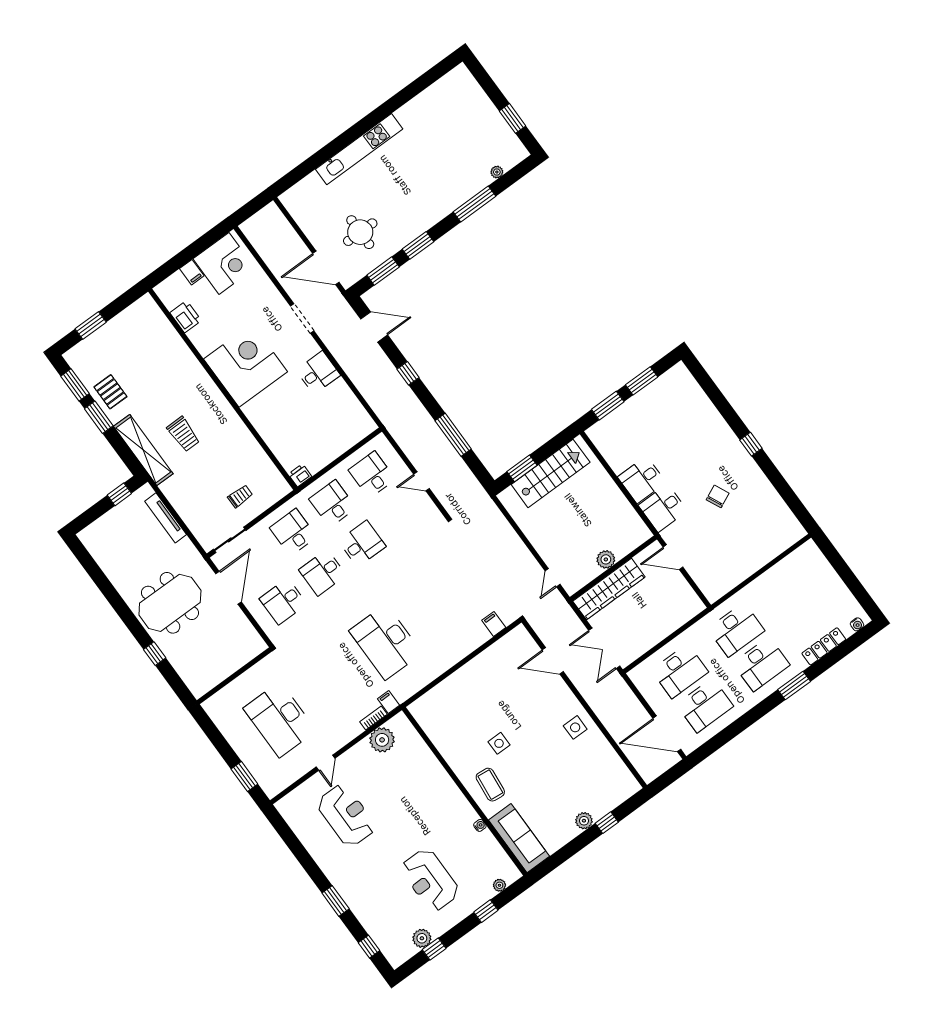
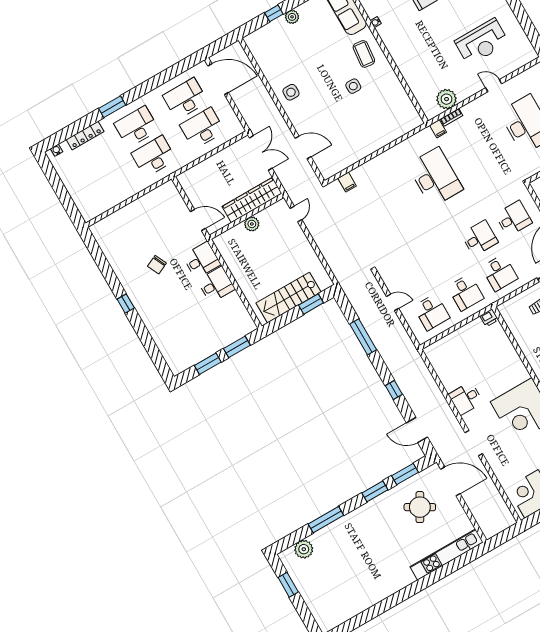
kitchen unit: (359, 149) -> (447, 555), moved
plant: (497, 172) -> (304, 549), width x1.87, depth x1.87
round table: (360, 232) -> (420, 507), turned 30
desk: (362, 544) -> (446, 258), removed
door: (326, 763) -> (494, 86), hinge flipped
reception desk: (346, 815) -> (482, 42), turned -90

